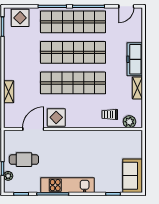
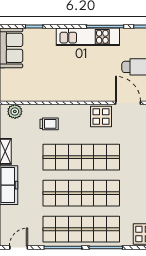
trolley: (110, 115) -> (49, 124), moved
door: (33, 129) -> (128, 103), swing flipped

